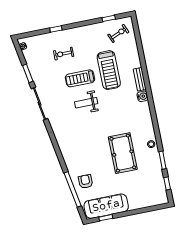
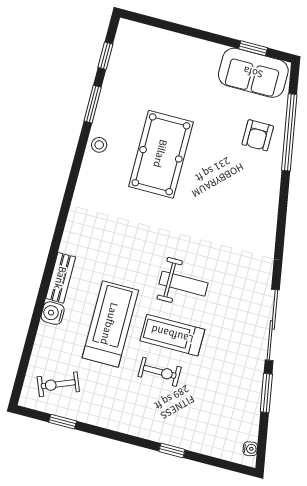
exercise bike: (64, 54) -> (160, 372), moved
treadmill: (80, 78) -> (172, 335), turned 180
water cooler: (142, 96) -> (53, 313), moved
sofa: (106, 206) -> (253, 73), width x0.73

